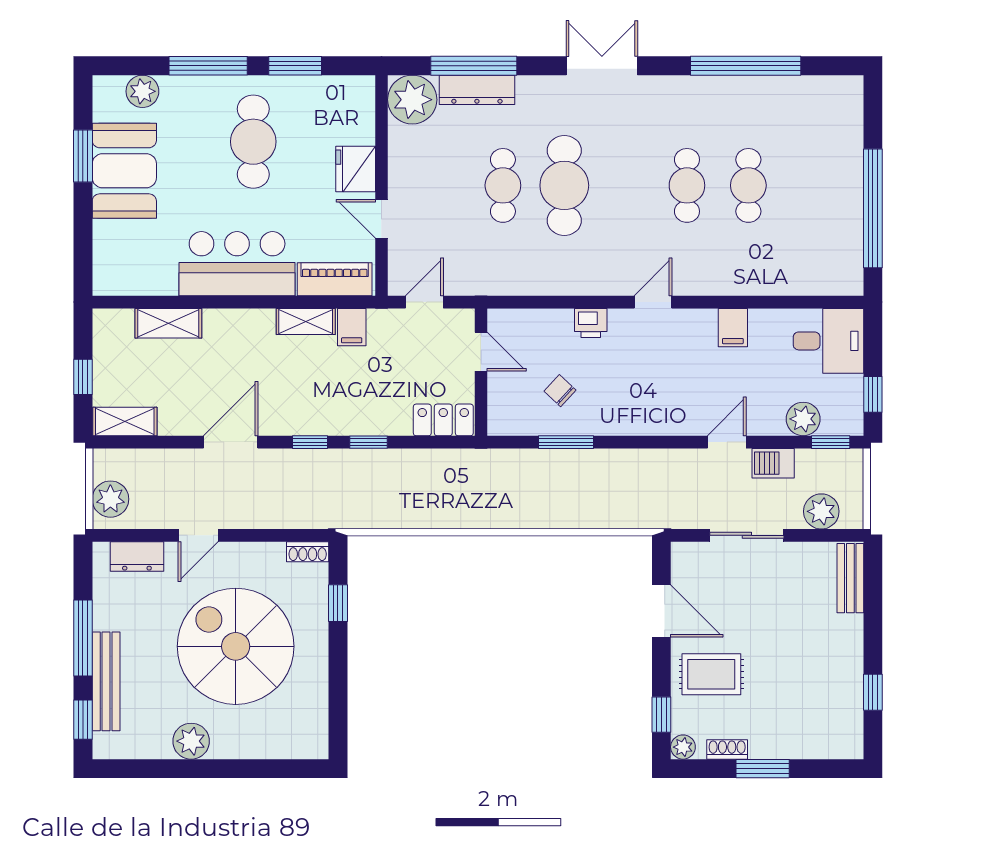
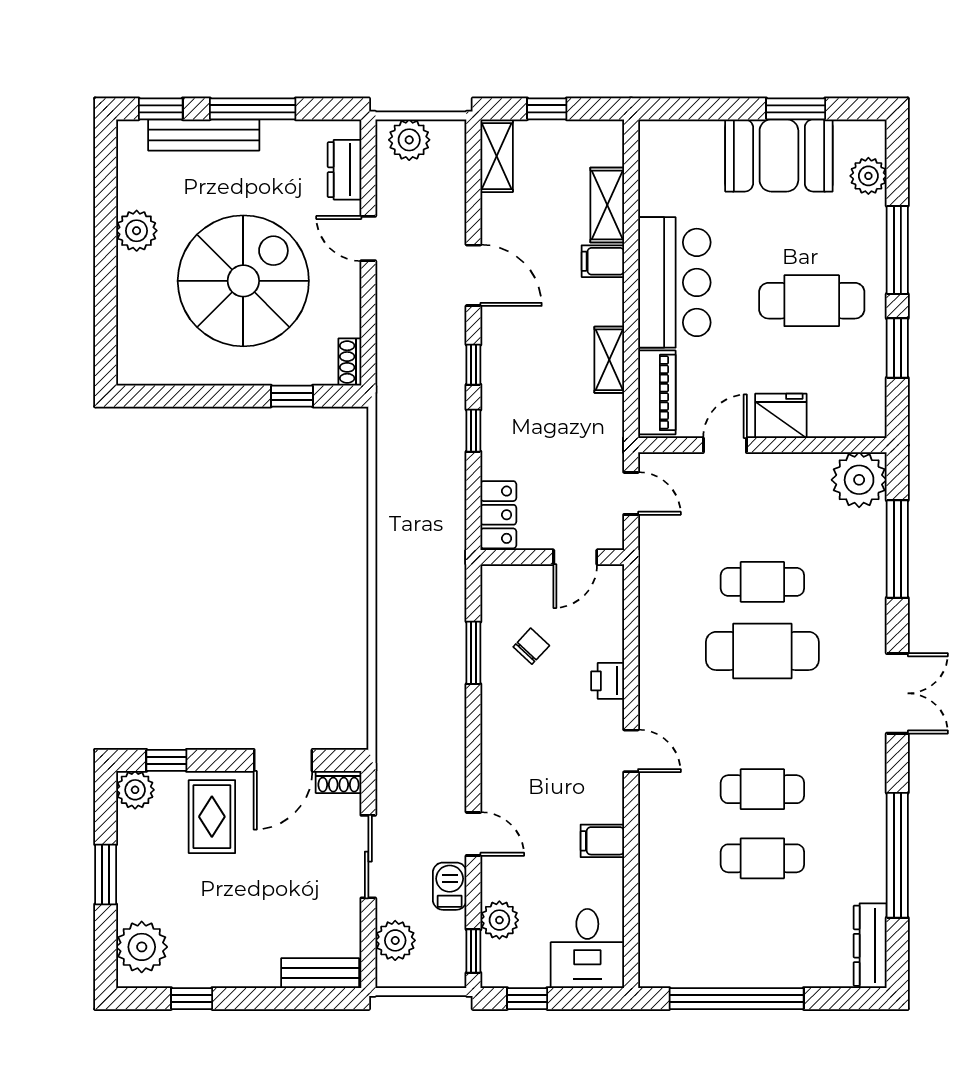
dresser: (477, 90) -> (870, 946), moved
filing cabinet: (352, 327) -> (603, 261), moved
plant: (827, 737) -> (142, 947), added
plant: (683, 747) -> (135, 790), width x1.38, depth x1.38
shoe rack: (727, 749) -> (339, 782), moved, turned 90

